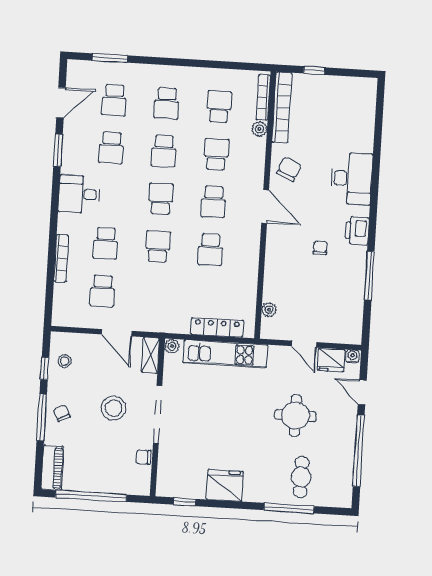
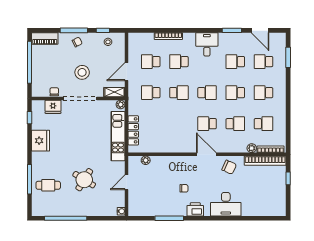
door: (265, 207) -> (206, 154), swing flipped
school desk: (210, 250) -> (151, 93), moved
fridge: (331, 360) -> (53, 107), moved, turned -90
door: (362, 392) -> (100, 218), removed
round table: (295, 415) -> (84, 180), turned 32

